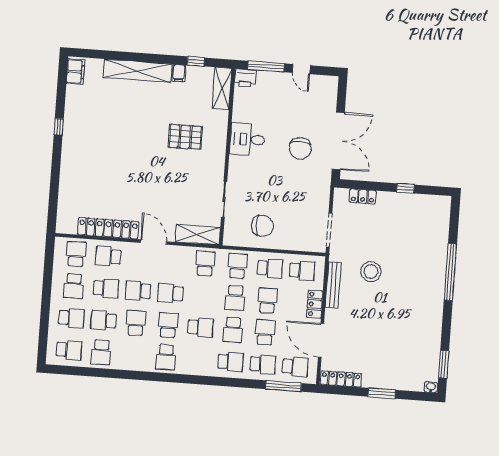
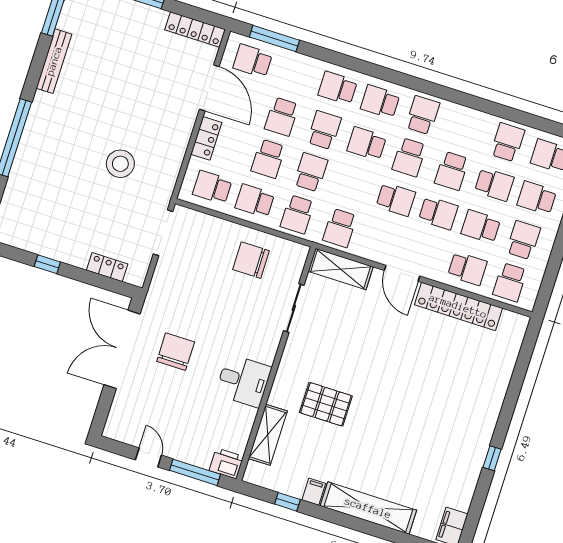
shelving: (222, 88) -> (268, 435), moved
bench: (333, 285) -> (54, 61), moved
school desk: (263, 364) -> (380, 102), moved

